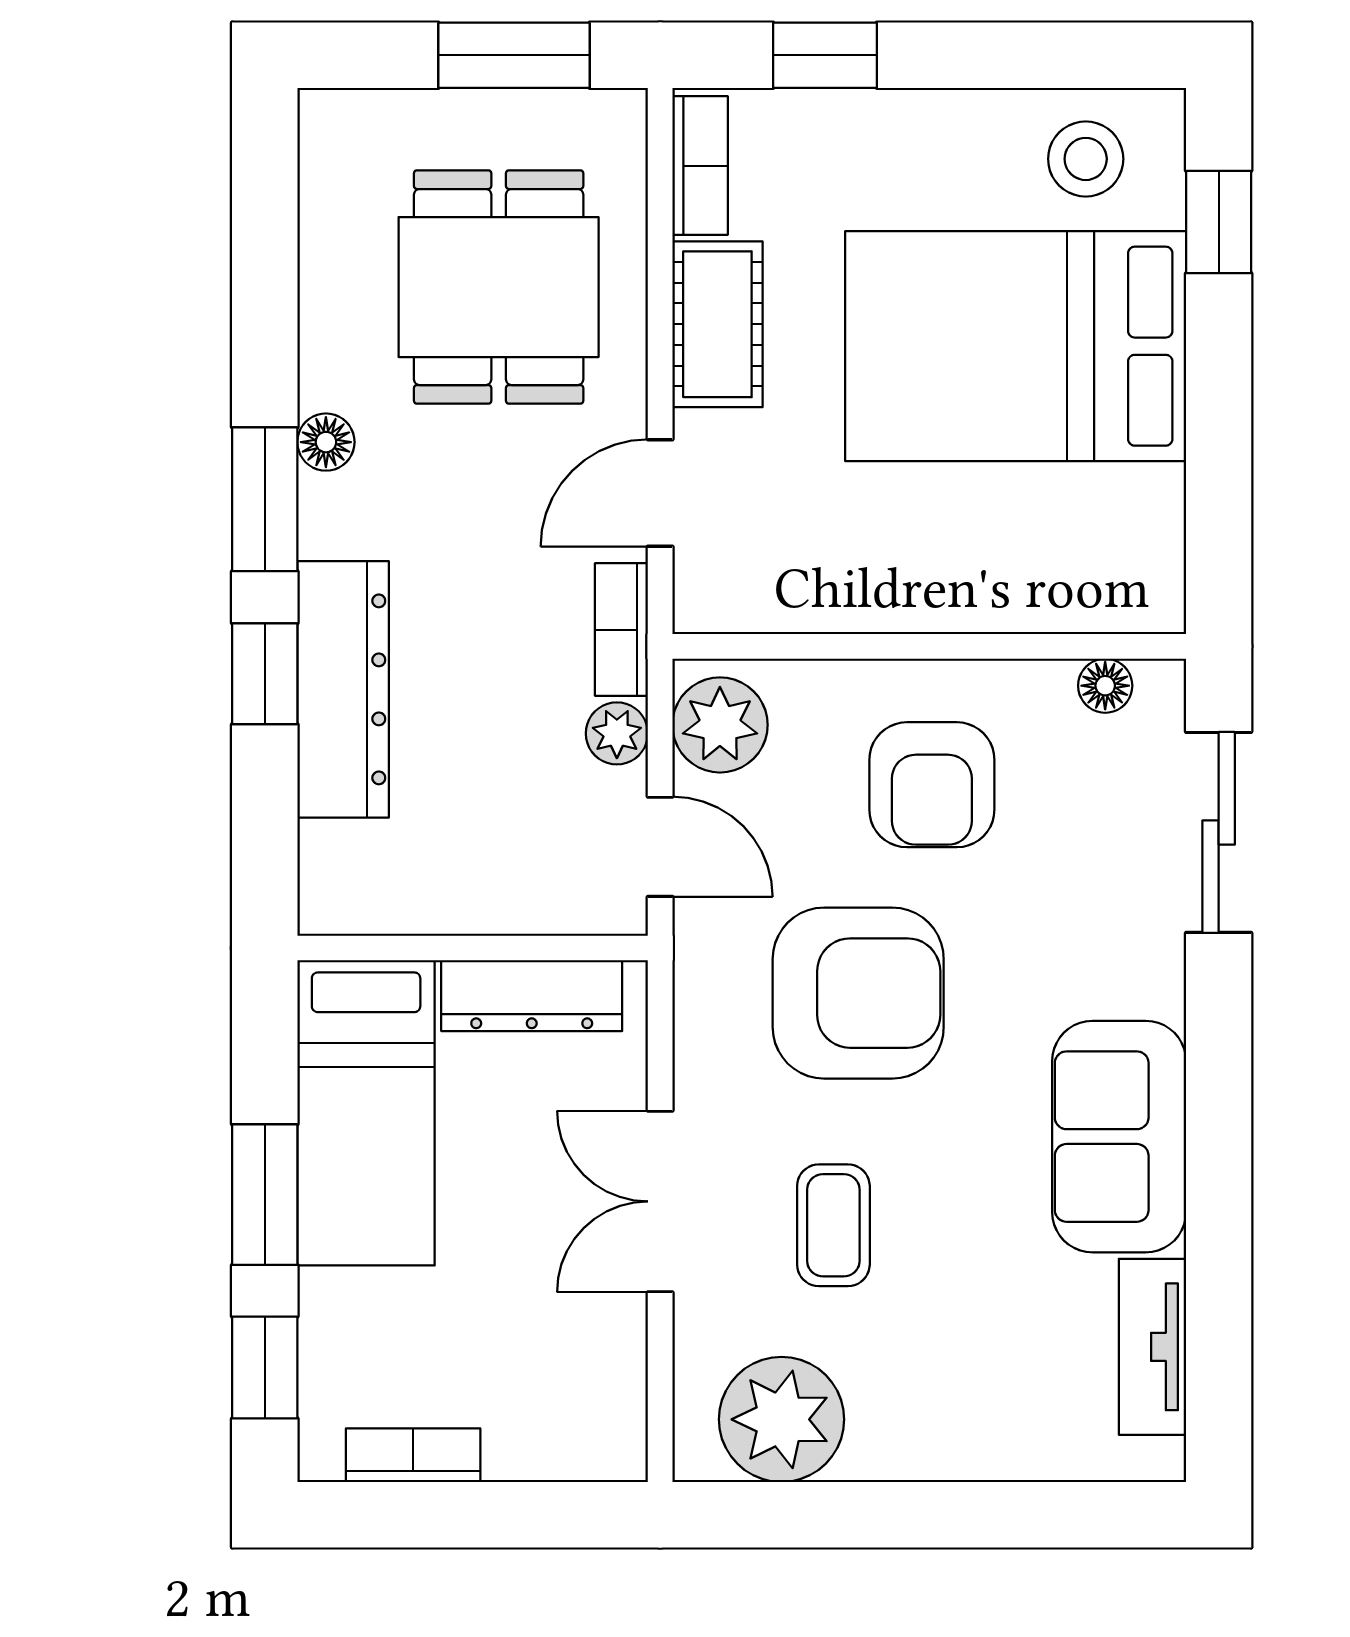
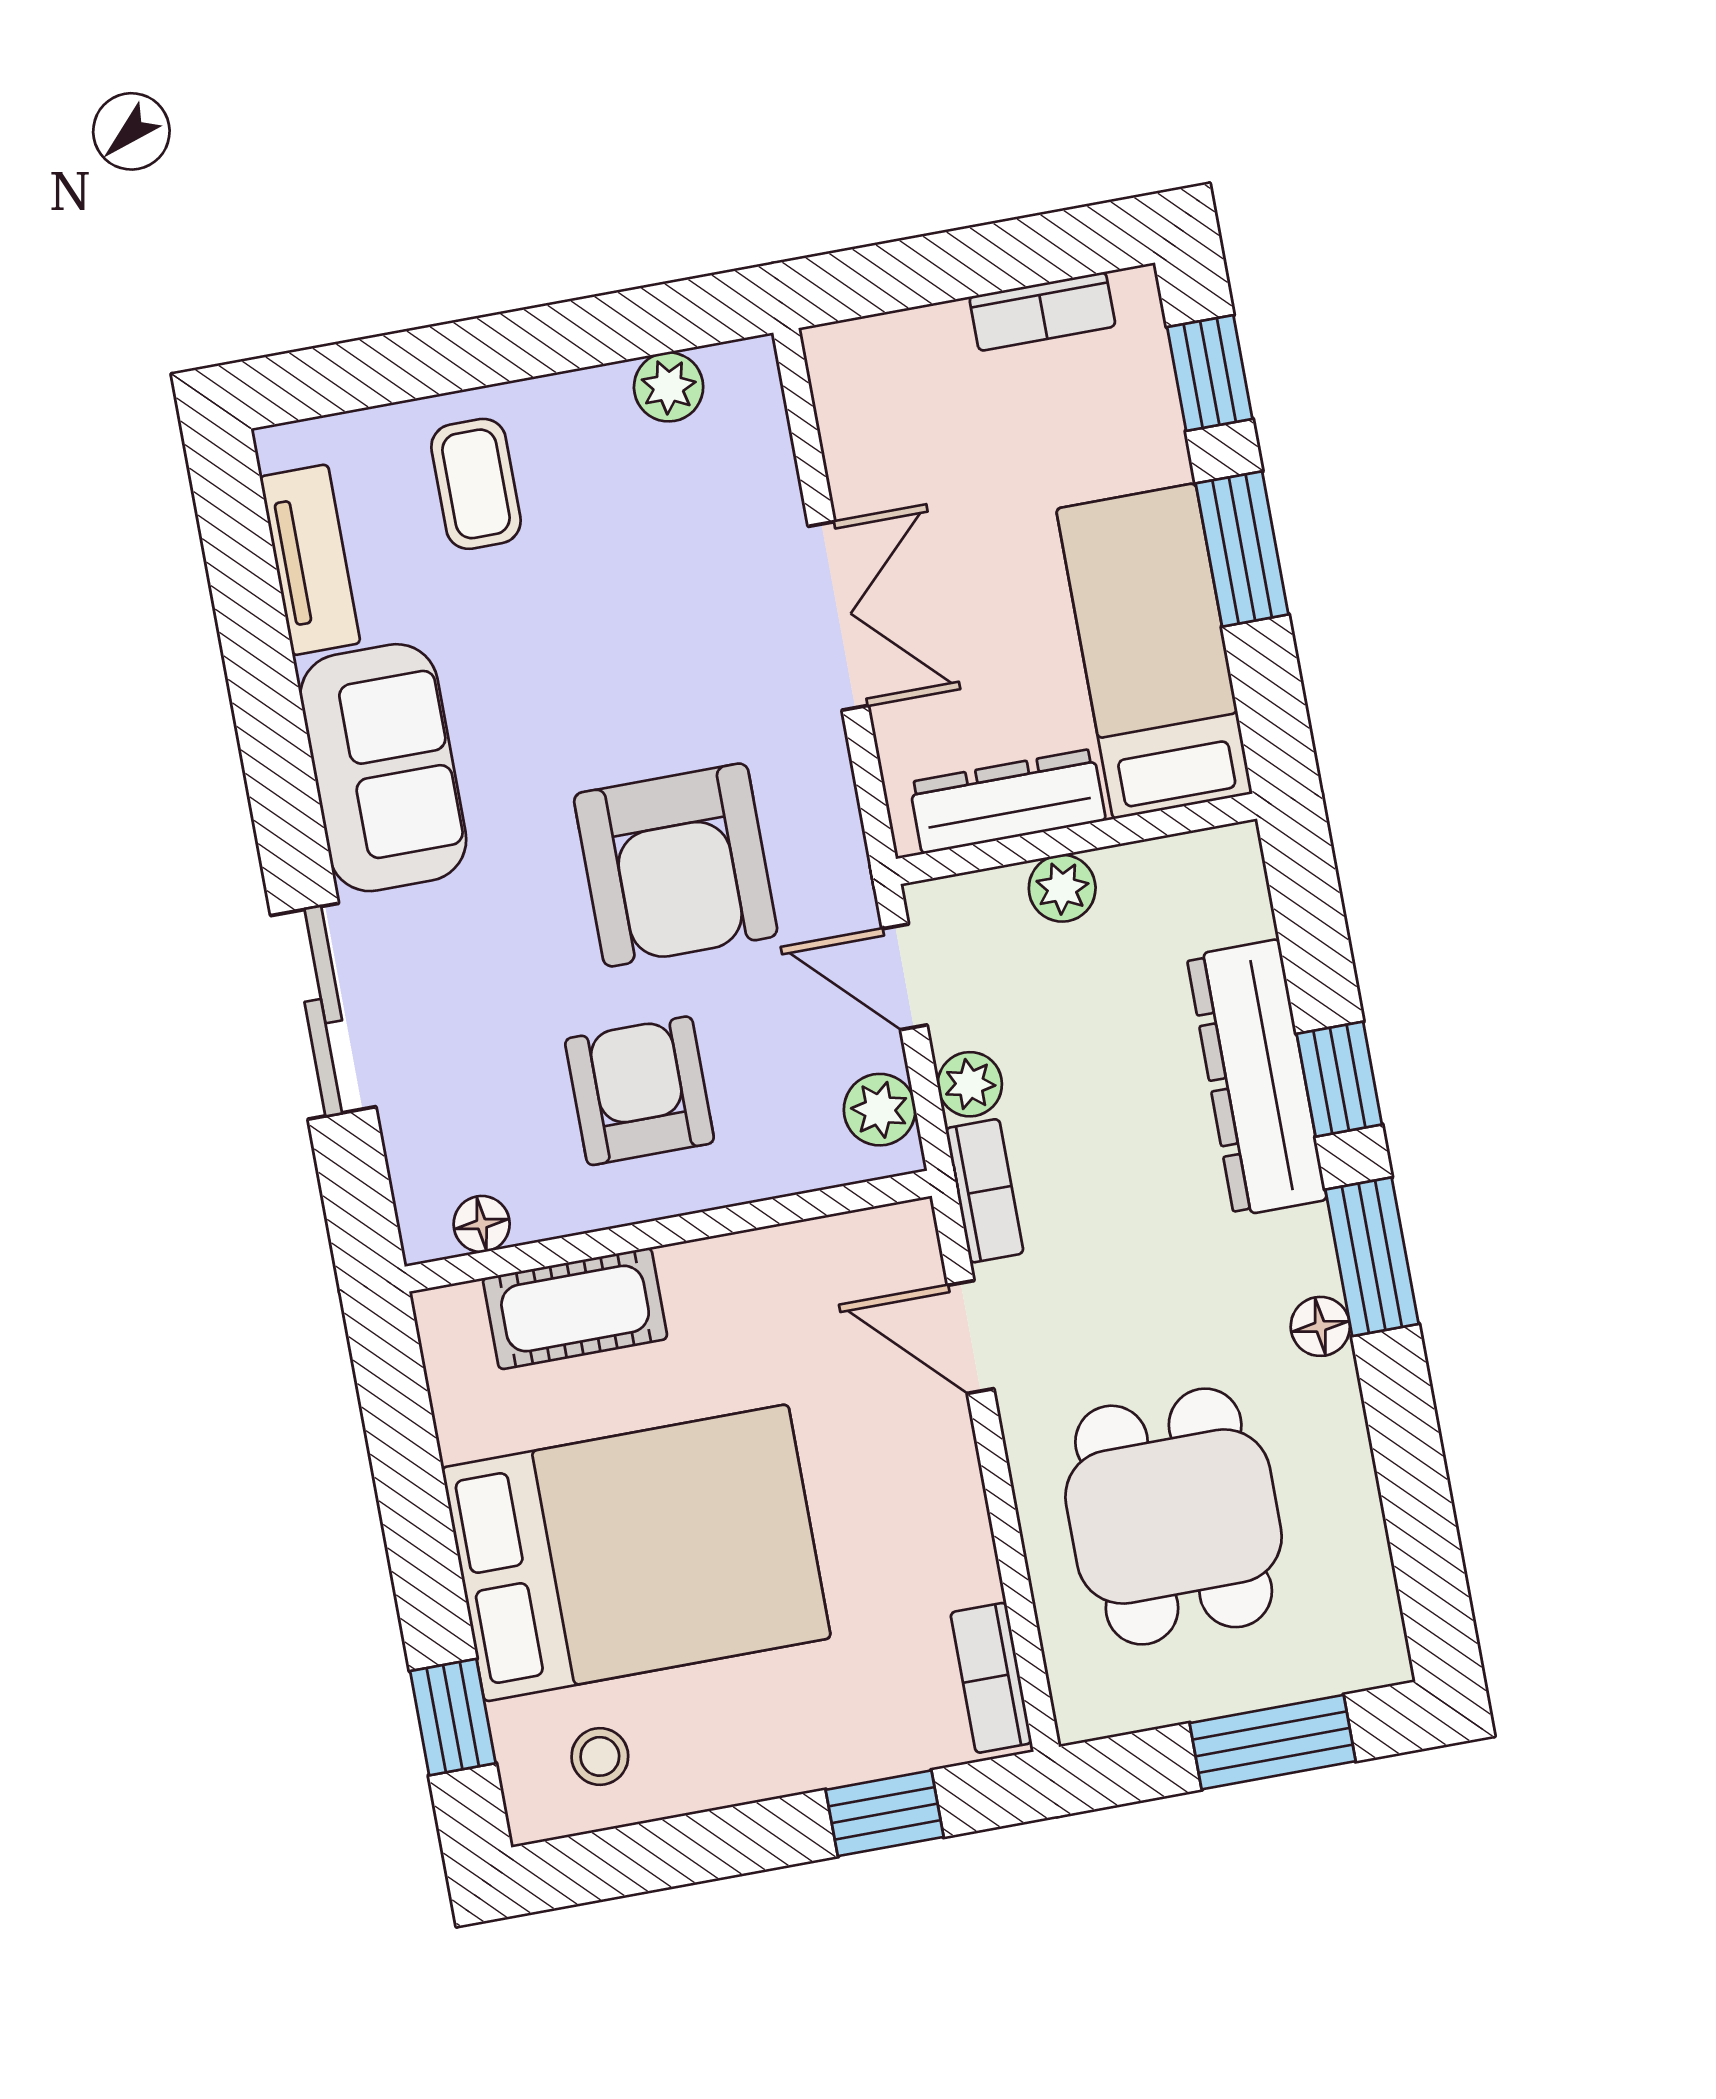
window: (514, 55) -> (1273, 1742), moved
stool: (1086, 159) -> (600, 1756), width x0.73, depth x0.73
cot: (717, 324) -> (575, 1309), moved, turned 90
door: (660, 493) -> (971, 1337), swing flipped
plant: (720, 725) -> (880, 1110), width x0.73, depth x0.73
sliding door: (1219, 832) -> (323, 1011), moved
plant: (495, 904) -> (1062, 888), added
armchair: (858, 993) -> (676, 865), turned -90
coffee table: (833, 1225) -> (476, 484), moved
plant: (782, 1419) -> (669, 387), width x0.53, depth x0.53

